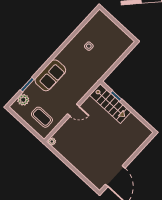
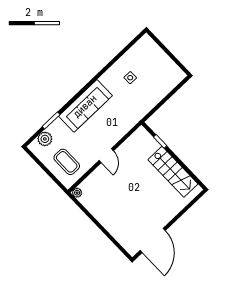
sofa: (50, 75) -> (85, 106), width x1.36
stairs: (110, 103) -> (173, 172), moved
door: (73, 110) -> (106, 156), hinge flipped

